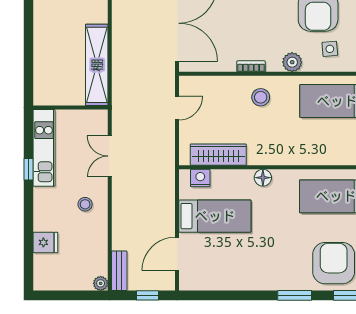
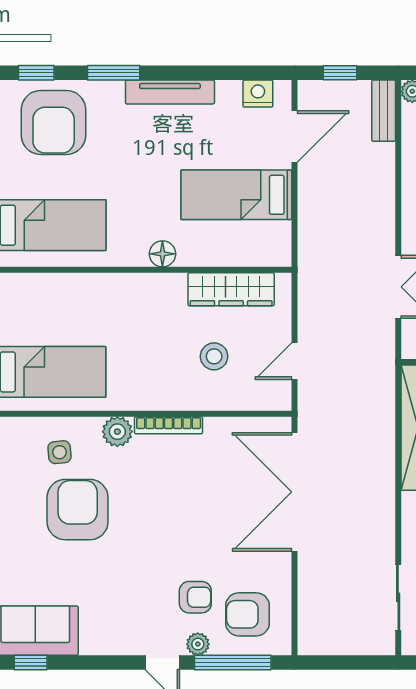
bookcase: (251, 66) -> (169, 425), width x1.56
stool: (261, 97) -> (214, 356), moved
nightstand: (200, 178) -> (258, 94), moved, turned 180
tv unit: (258, 283) -> (170, 92), added

